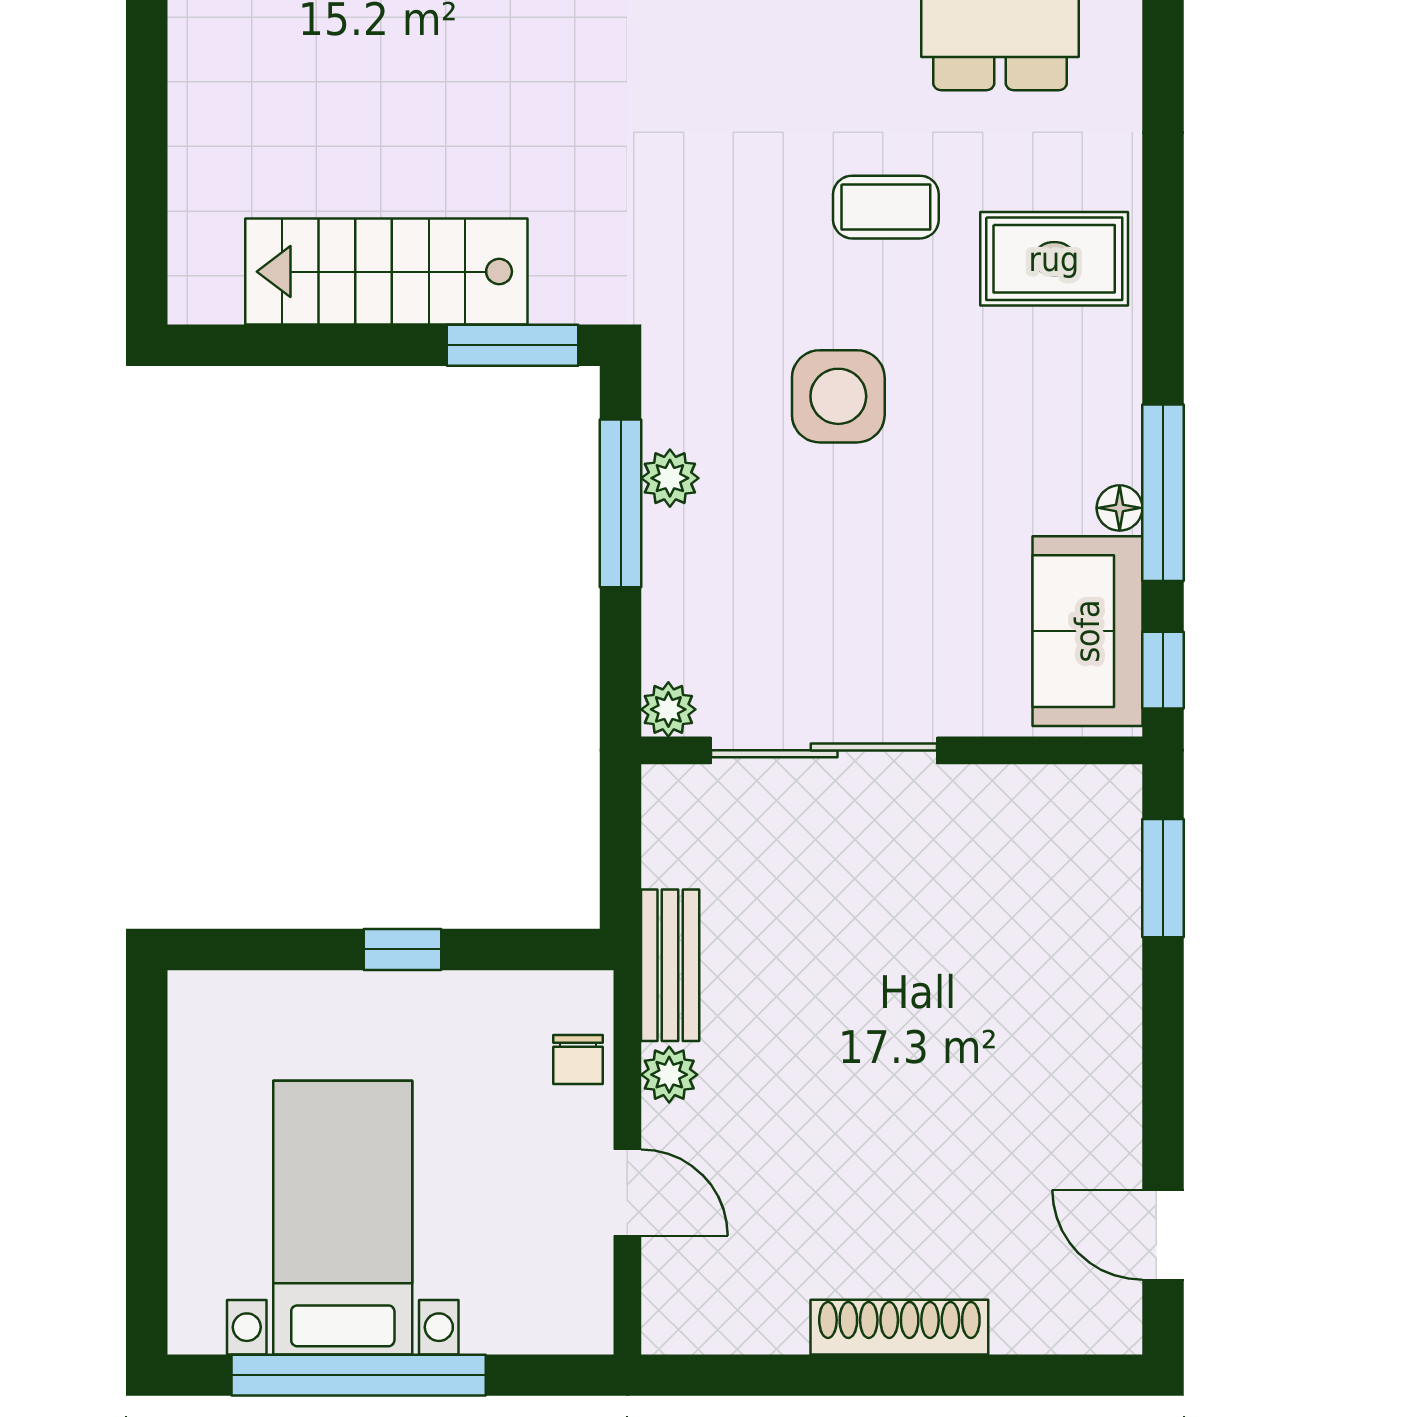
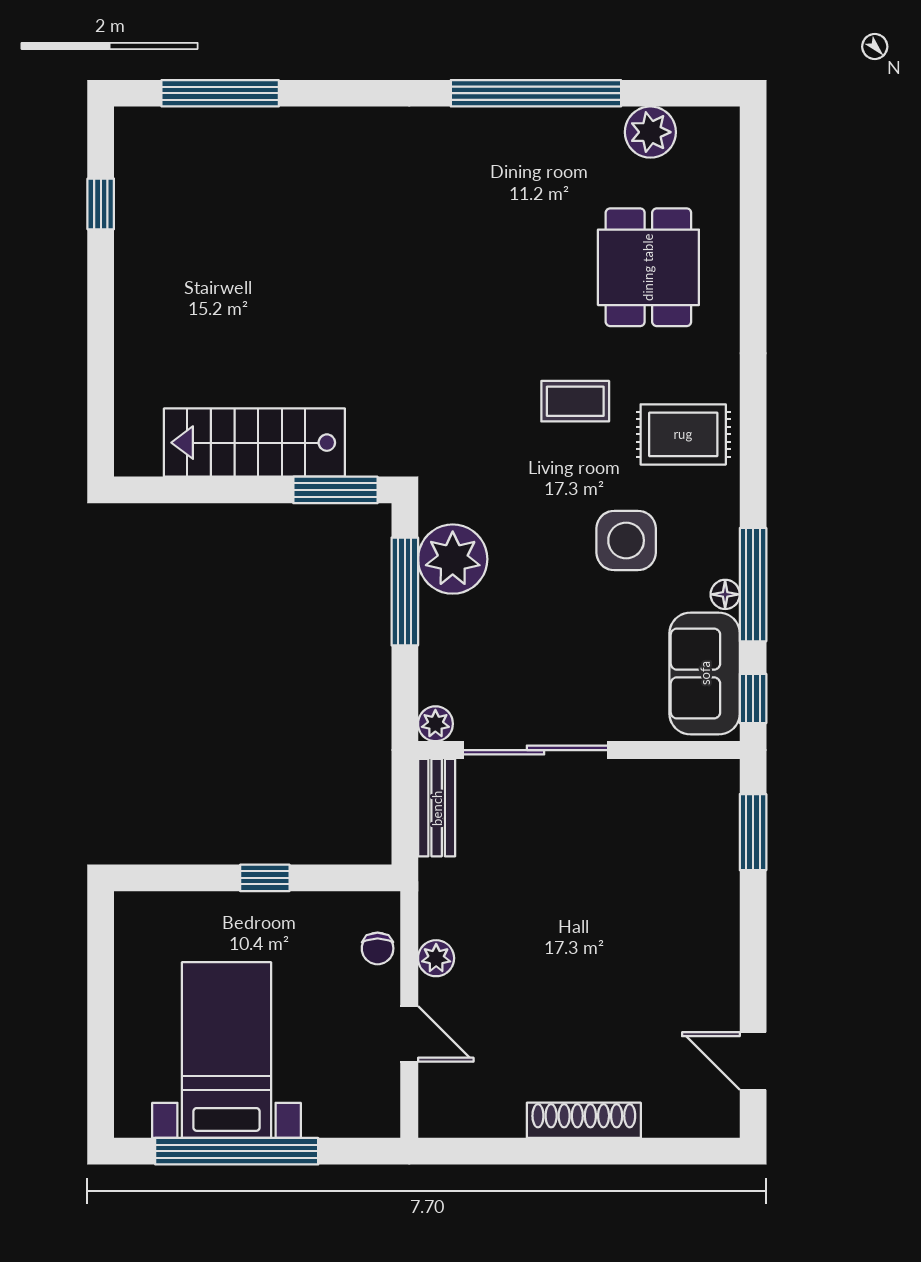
side table: (838, 396) -> (626, 540), moved
plant: (670, 478) -> (453, 559), width x1.88, depth x1.88
bench: (670, 965) -> (437, 808), moved

